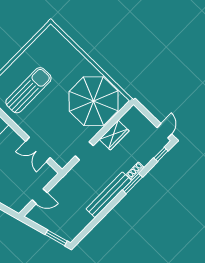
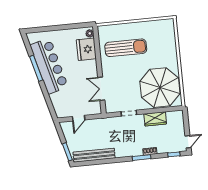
bench: (109, 195) -> (94, 155), moved
door: (40, 196) -> (79, 118), hinge flipped

